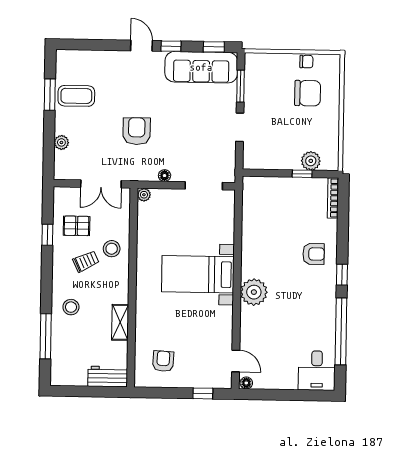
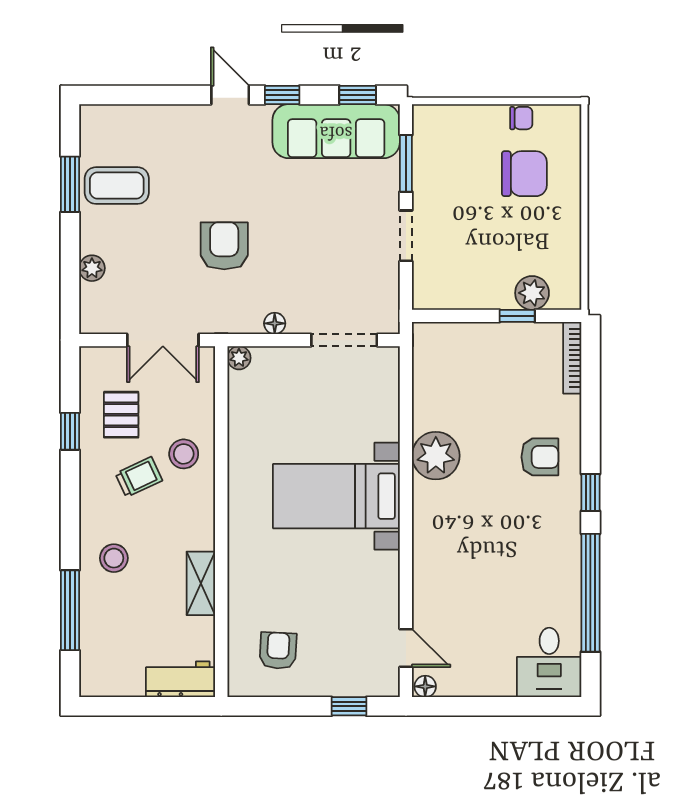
pallet: (77, 226) -> (121, 415), turned 90
plant: (254, 292) -> (436, 456), moved

